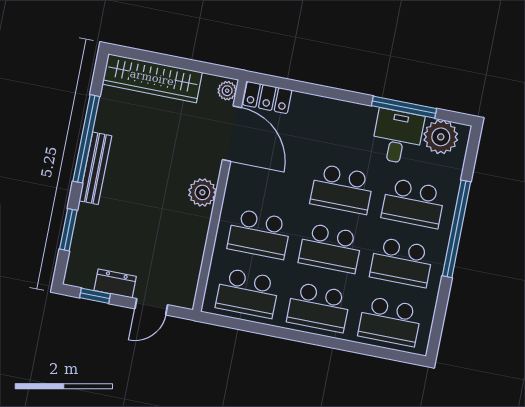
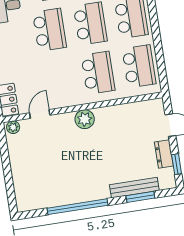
wardrobe: (152, 78) -> (23, 178), removed
door: (232, 134) -> (40, 114), width x0.53
bench: (95, 168) -> (134, 188), moved

